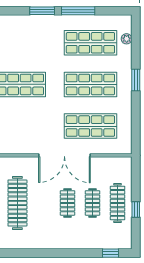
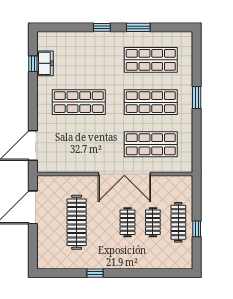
window: (42, 11) -> (102, 27), width x0.67
window: (78, 11) -> (138, 27), width x0.69
plant: (127, 39) -> (187, 56), removed
window: (110, 253) -> (95, 273), moved

